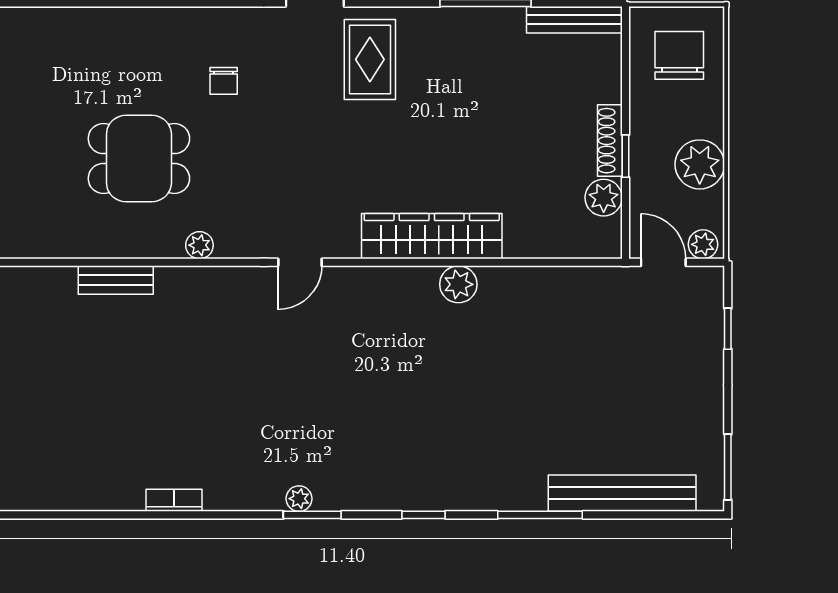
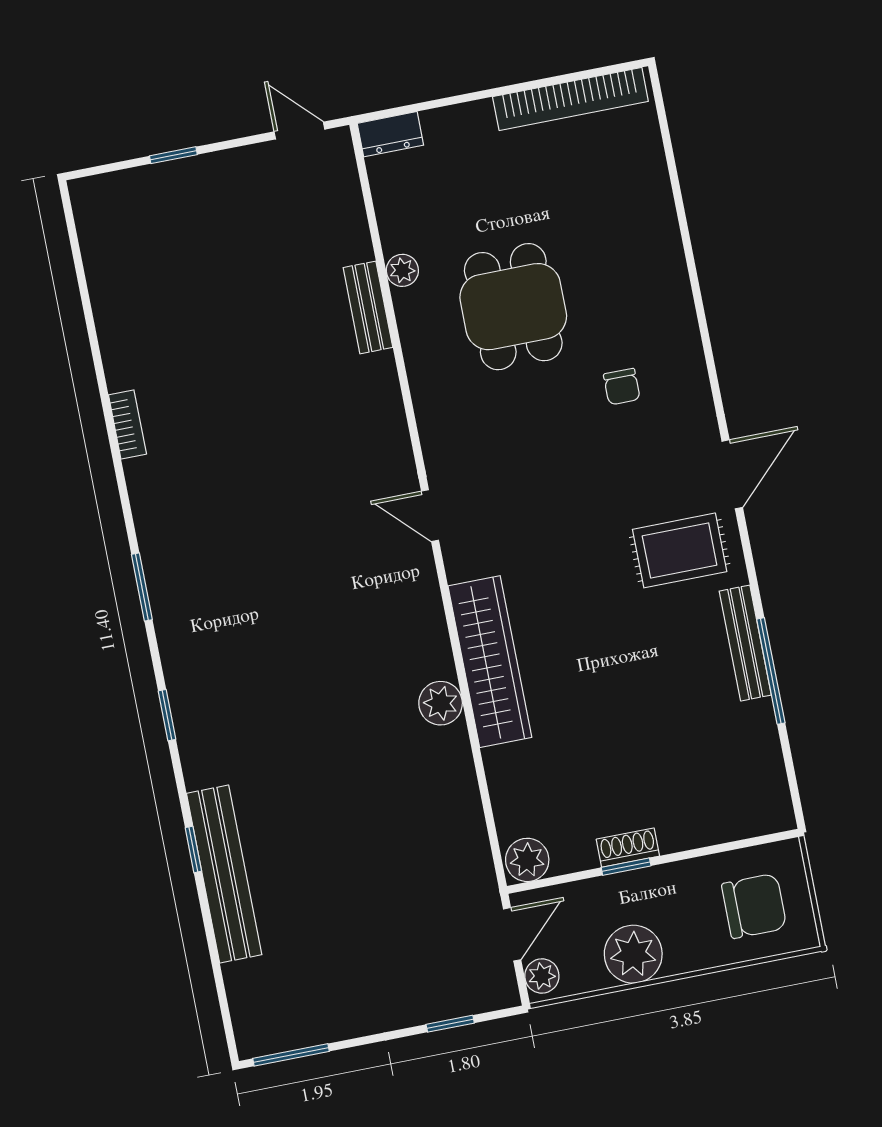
bench: (574, 20) -> (745, 643), moved
chair: (224, 81) -> (622, 387), turned -90
shoe rack: (610, 141) -> (628, 848), width x0.70
plant: (604, 198) -> (527, 860), moved
plant: (199, 245) -> (402, 270), moved
bench: (622, 493) -> (224, 874), moved
plant: (299, 499) -> (158, 568), removed
window: (540, 515) -> (193, 849), width x0.46

